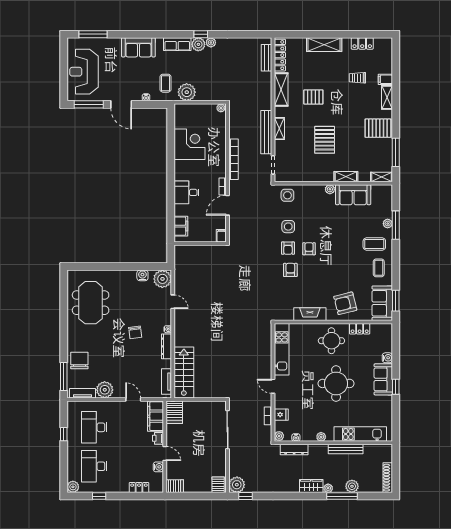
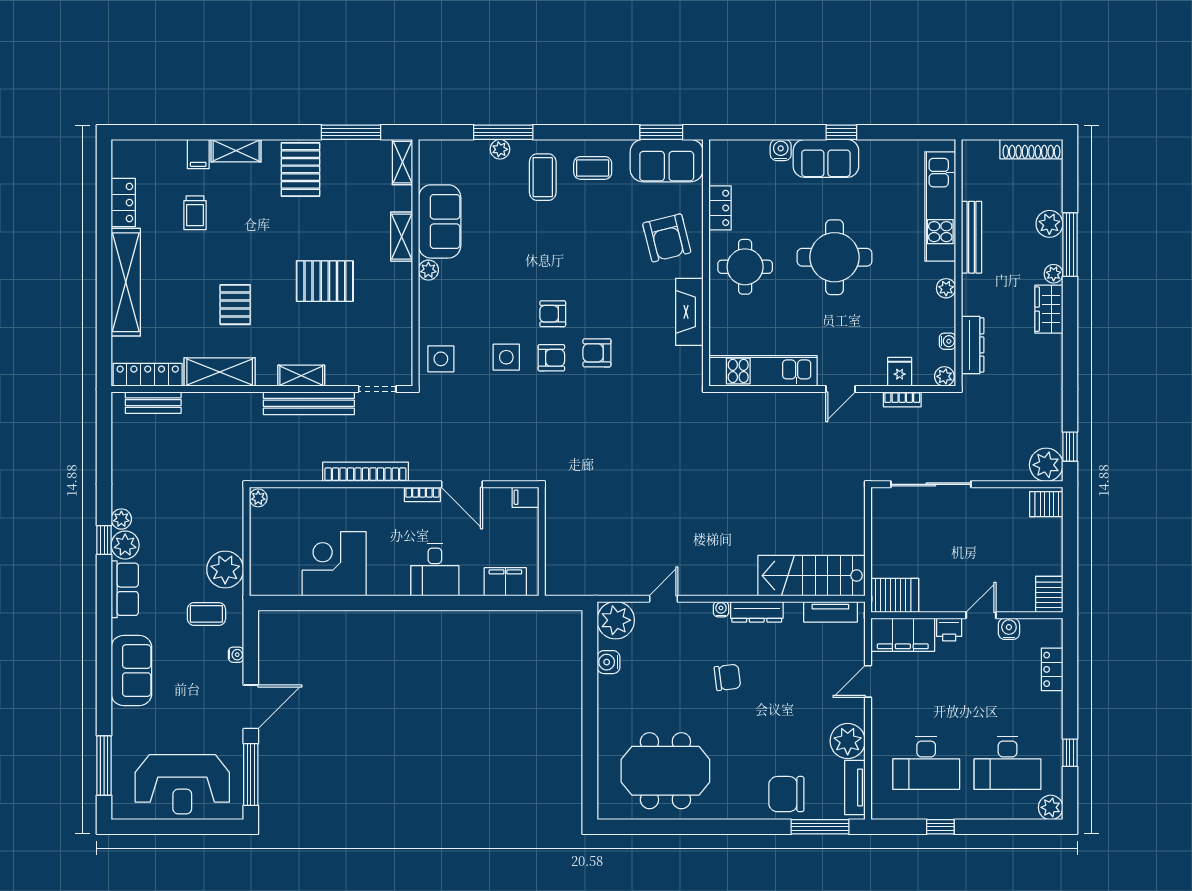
shelving: (324, 45) -> (126, 282), width x1.47

